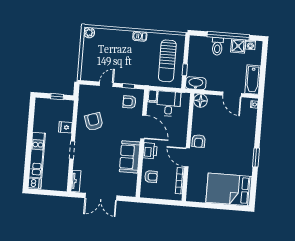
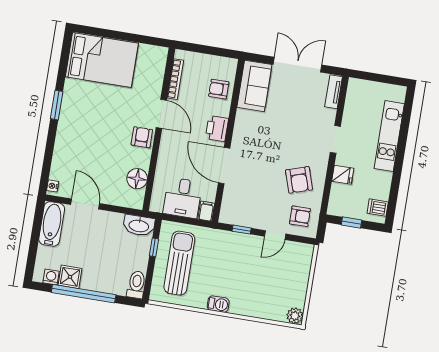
toilet: (217, 46) -> (136, 285), moved
floor lamp: (201, 101) -> (137, 179), moved
armchair: (129, 102) -> (300, 216), moved
sofa: (130, 157) -> (254, 86), moved
dishwasher: (35, 183) -> (378, 208), moved

